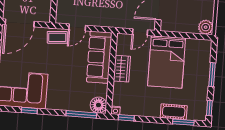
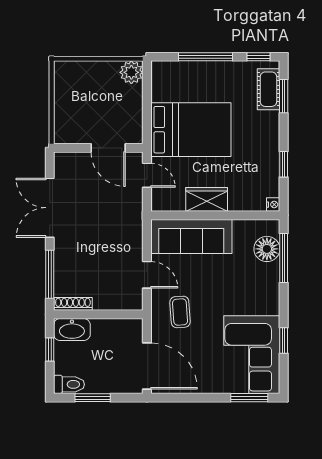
coffee table: (57, 37) -> (180, 312), moved
window: (212, 75) -> (206, 57), width x1.44
floor lamp: (98, 105) -> (267, 249), moved
cot: (174, 112) -> (268, 89), moved
window: (126, 118) -> (284, 164), moved

